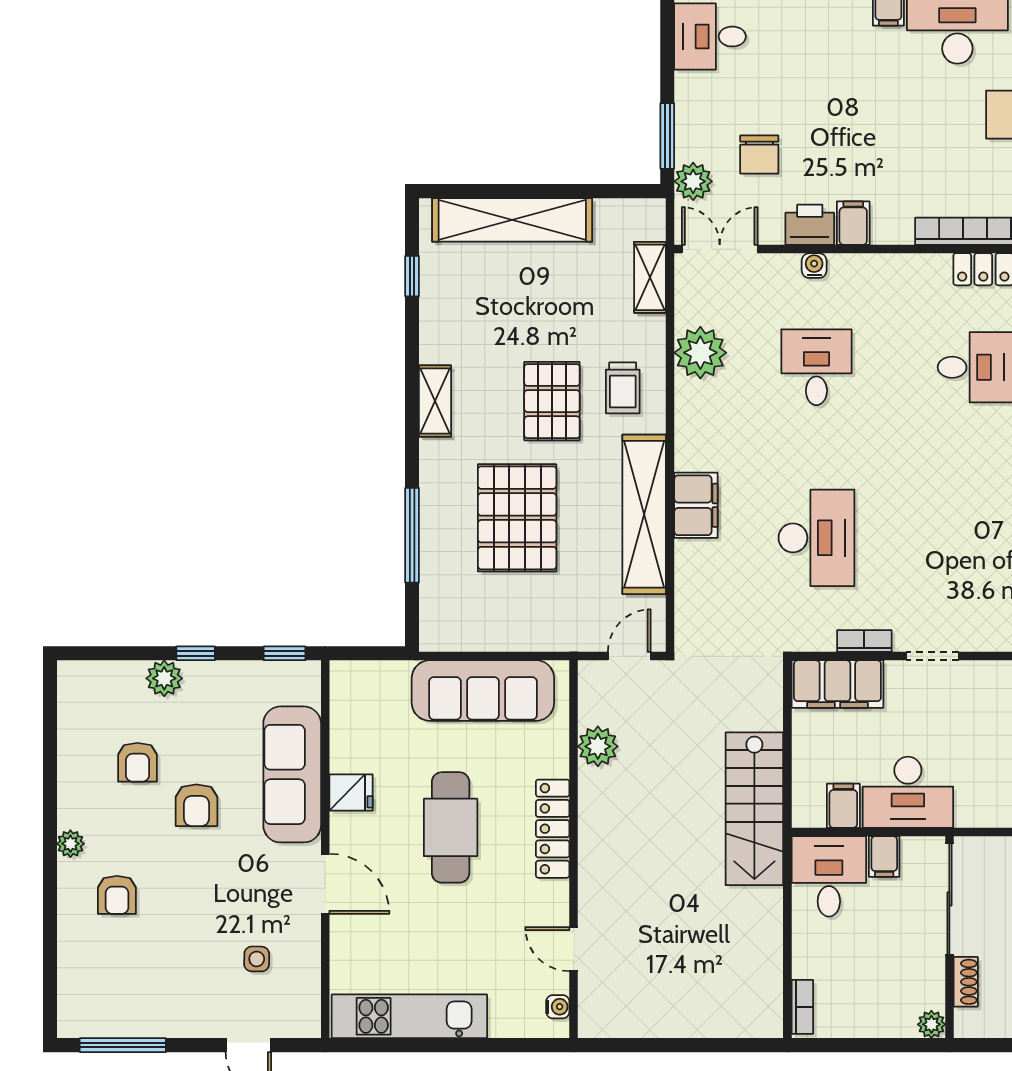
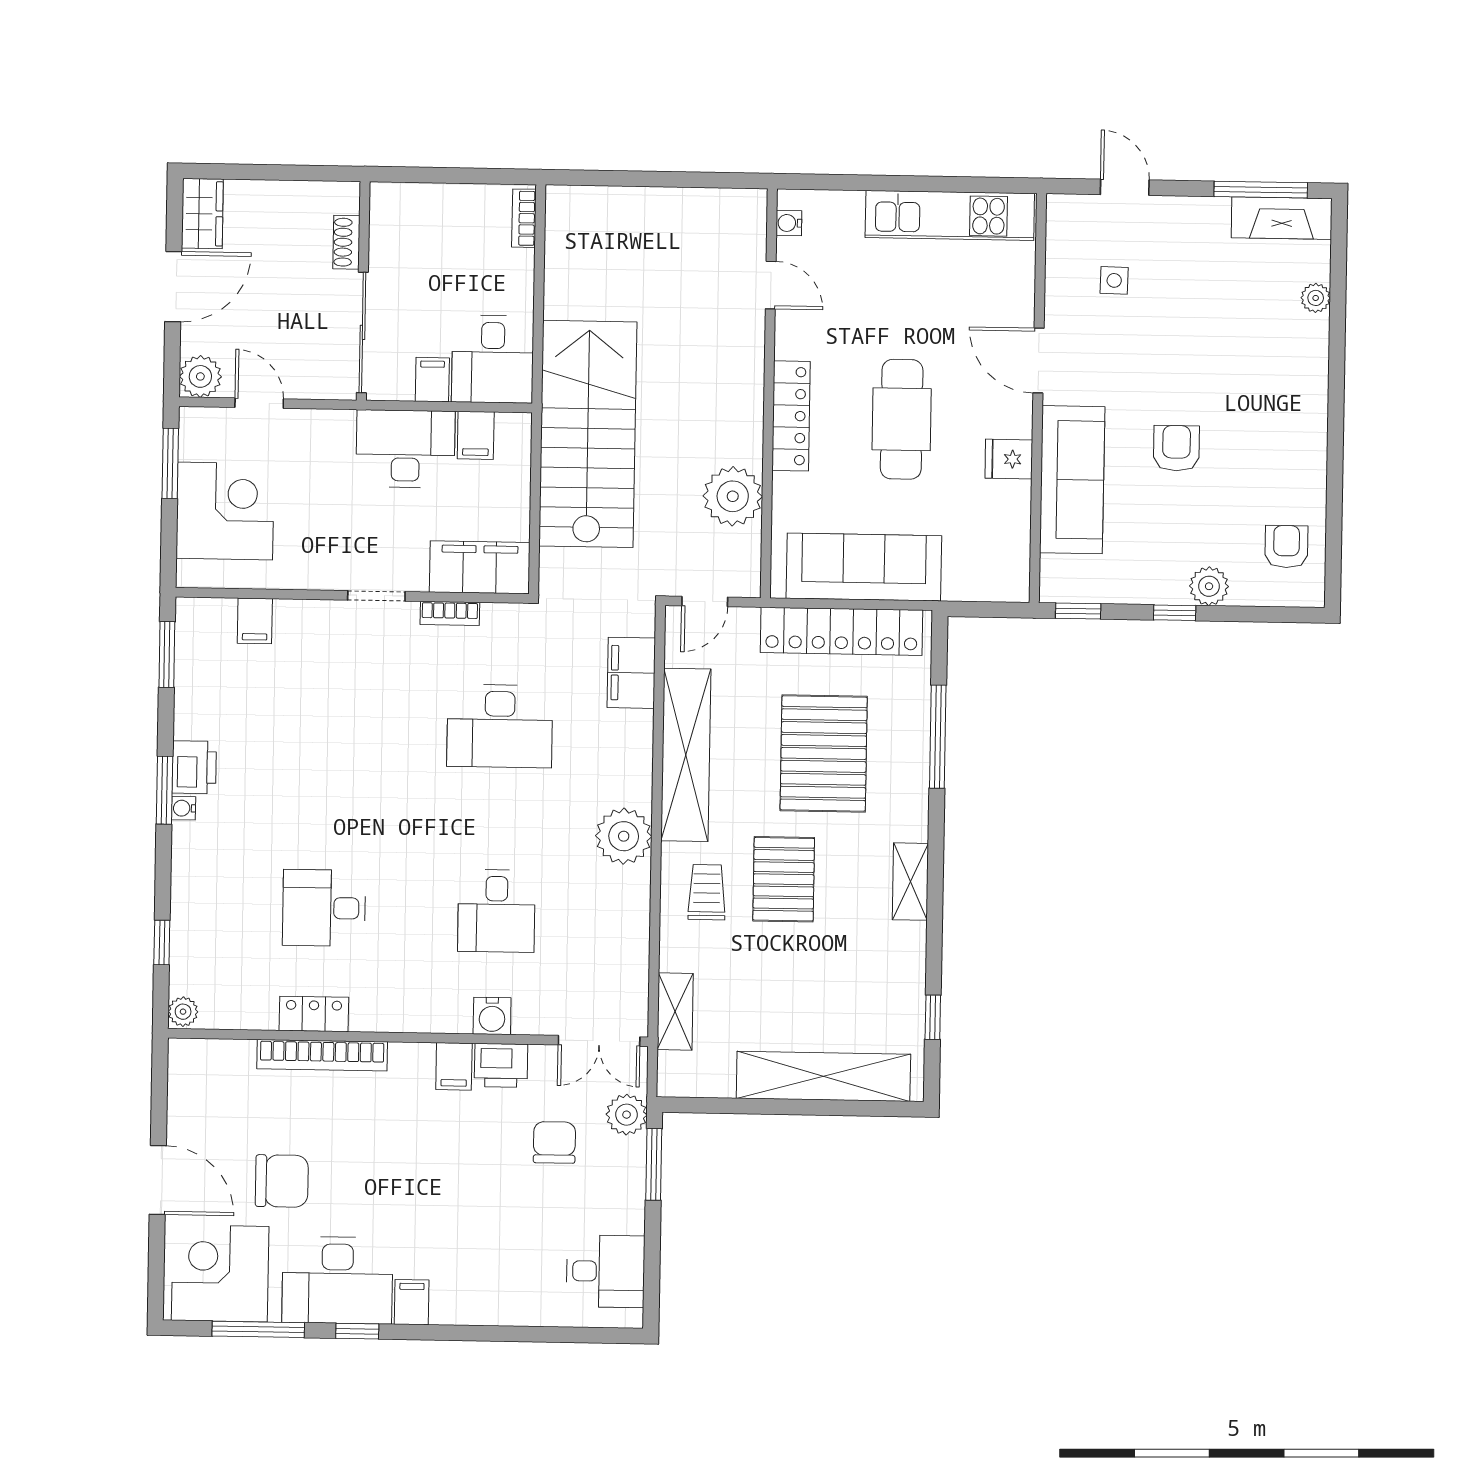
water cooler: (814, 266) -> (492, 1016), width x1.38, depth x1.38
plant: (700, 353) -> (624, 836), moved
filing cabinet: (696, 505) -> (631, 673), moved
desk: (816, 538) -> (500, 726), turned -90
locker: (503, 631) -> (842, 631), added
plant: (598, 746) -> (733, 496), width x1.36, depth x1.36
armchair: (137, 762) -> (1286, 547), moved
stairs: (754, 809) -> (588, 434), width x1.36, depth x1.51
plant: (70, 844) -> (1316, 298), moved
armchair: (117, 895) -> (1264, 352), removed
fireplace: (103, 1019) -> (1282, 218), added
plant: (931, 1024) -> (384, 197), removed

